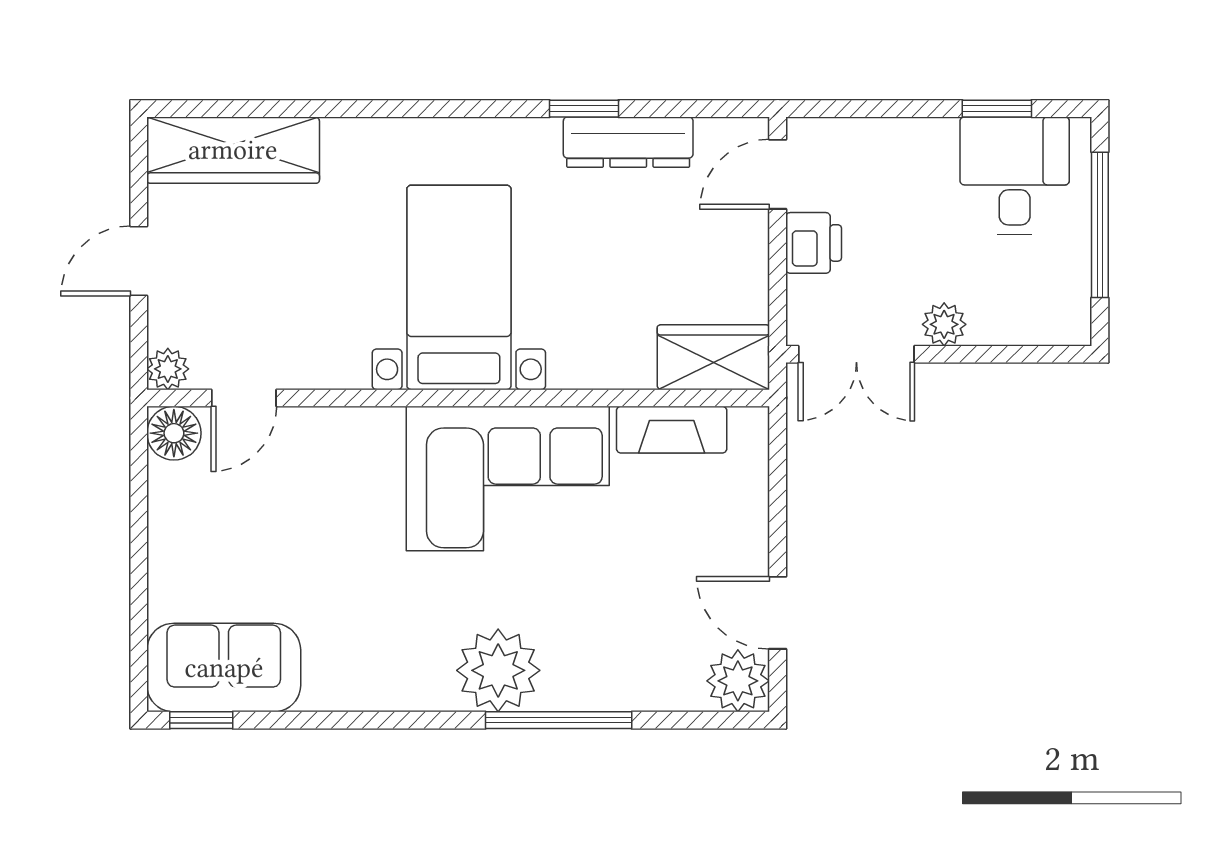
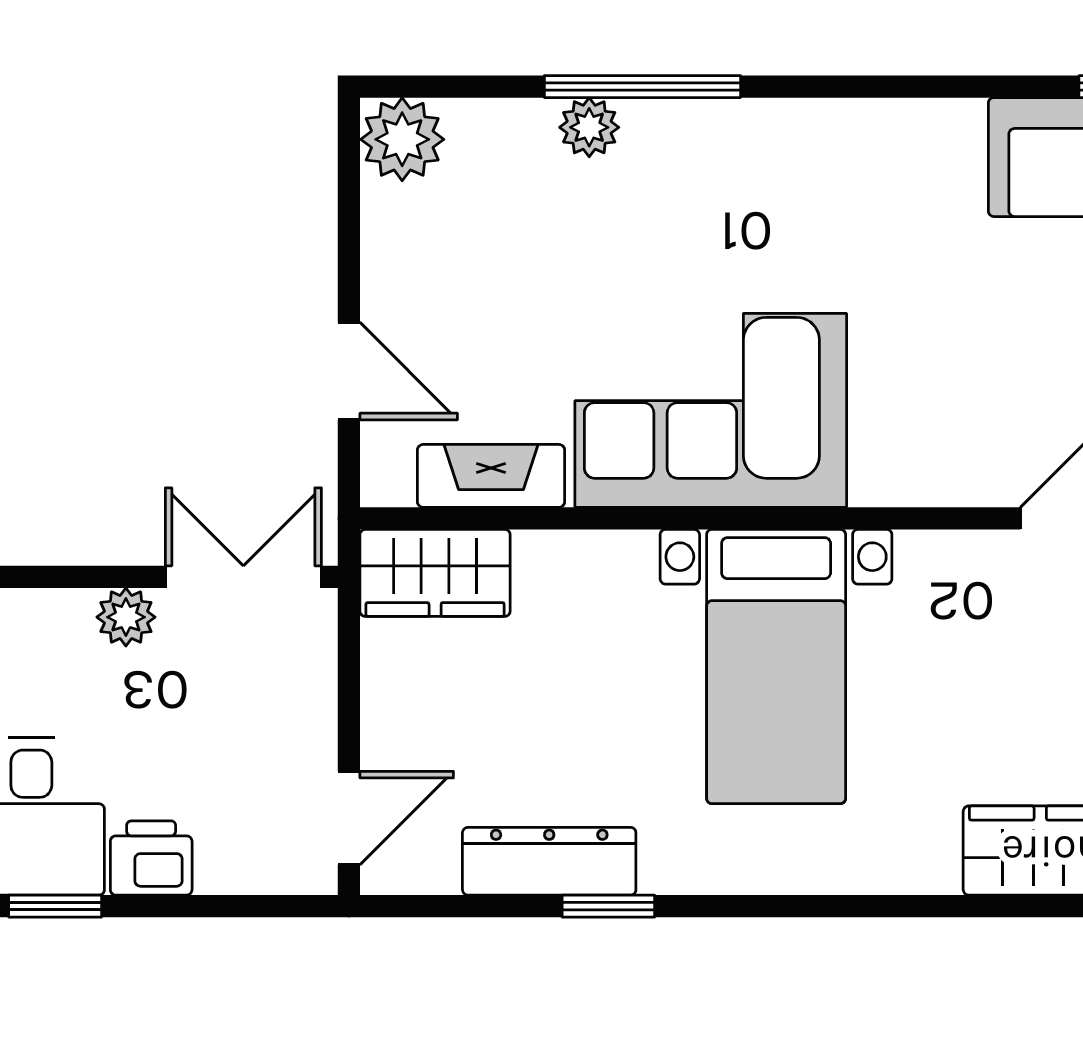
printer: (814, 243) -> (151, 858), moved, turned 90
door: (778, 613) -> (349, 371), moved
plant: (498, 670) -> (589, 127), moved, width x0.53, depth x0.53

